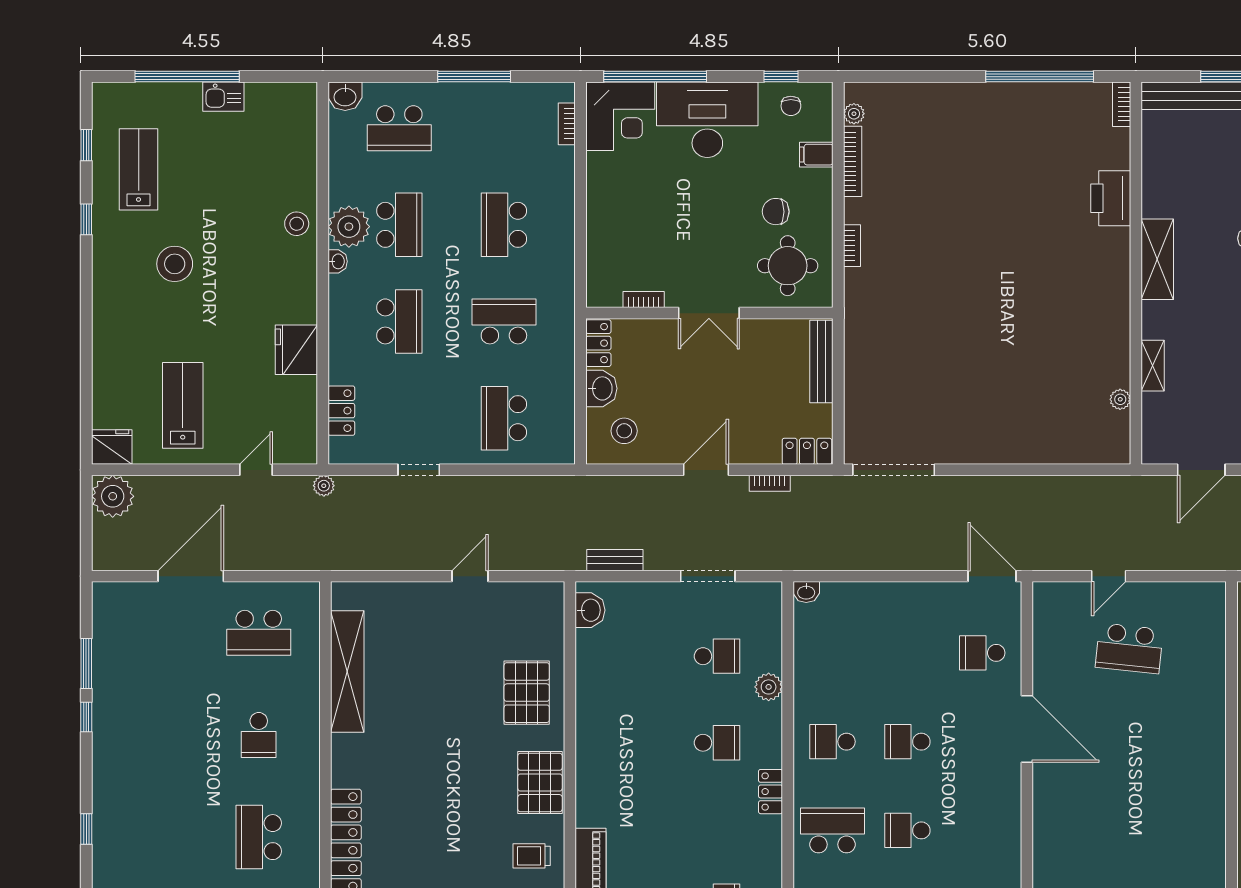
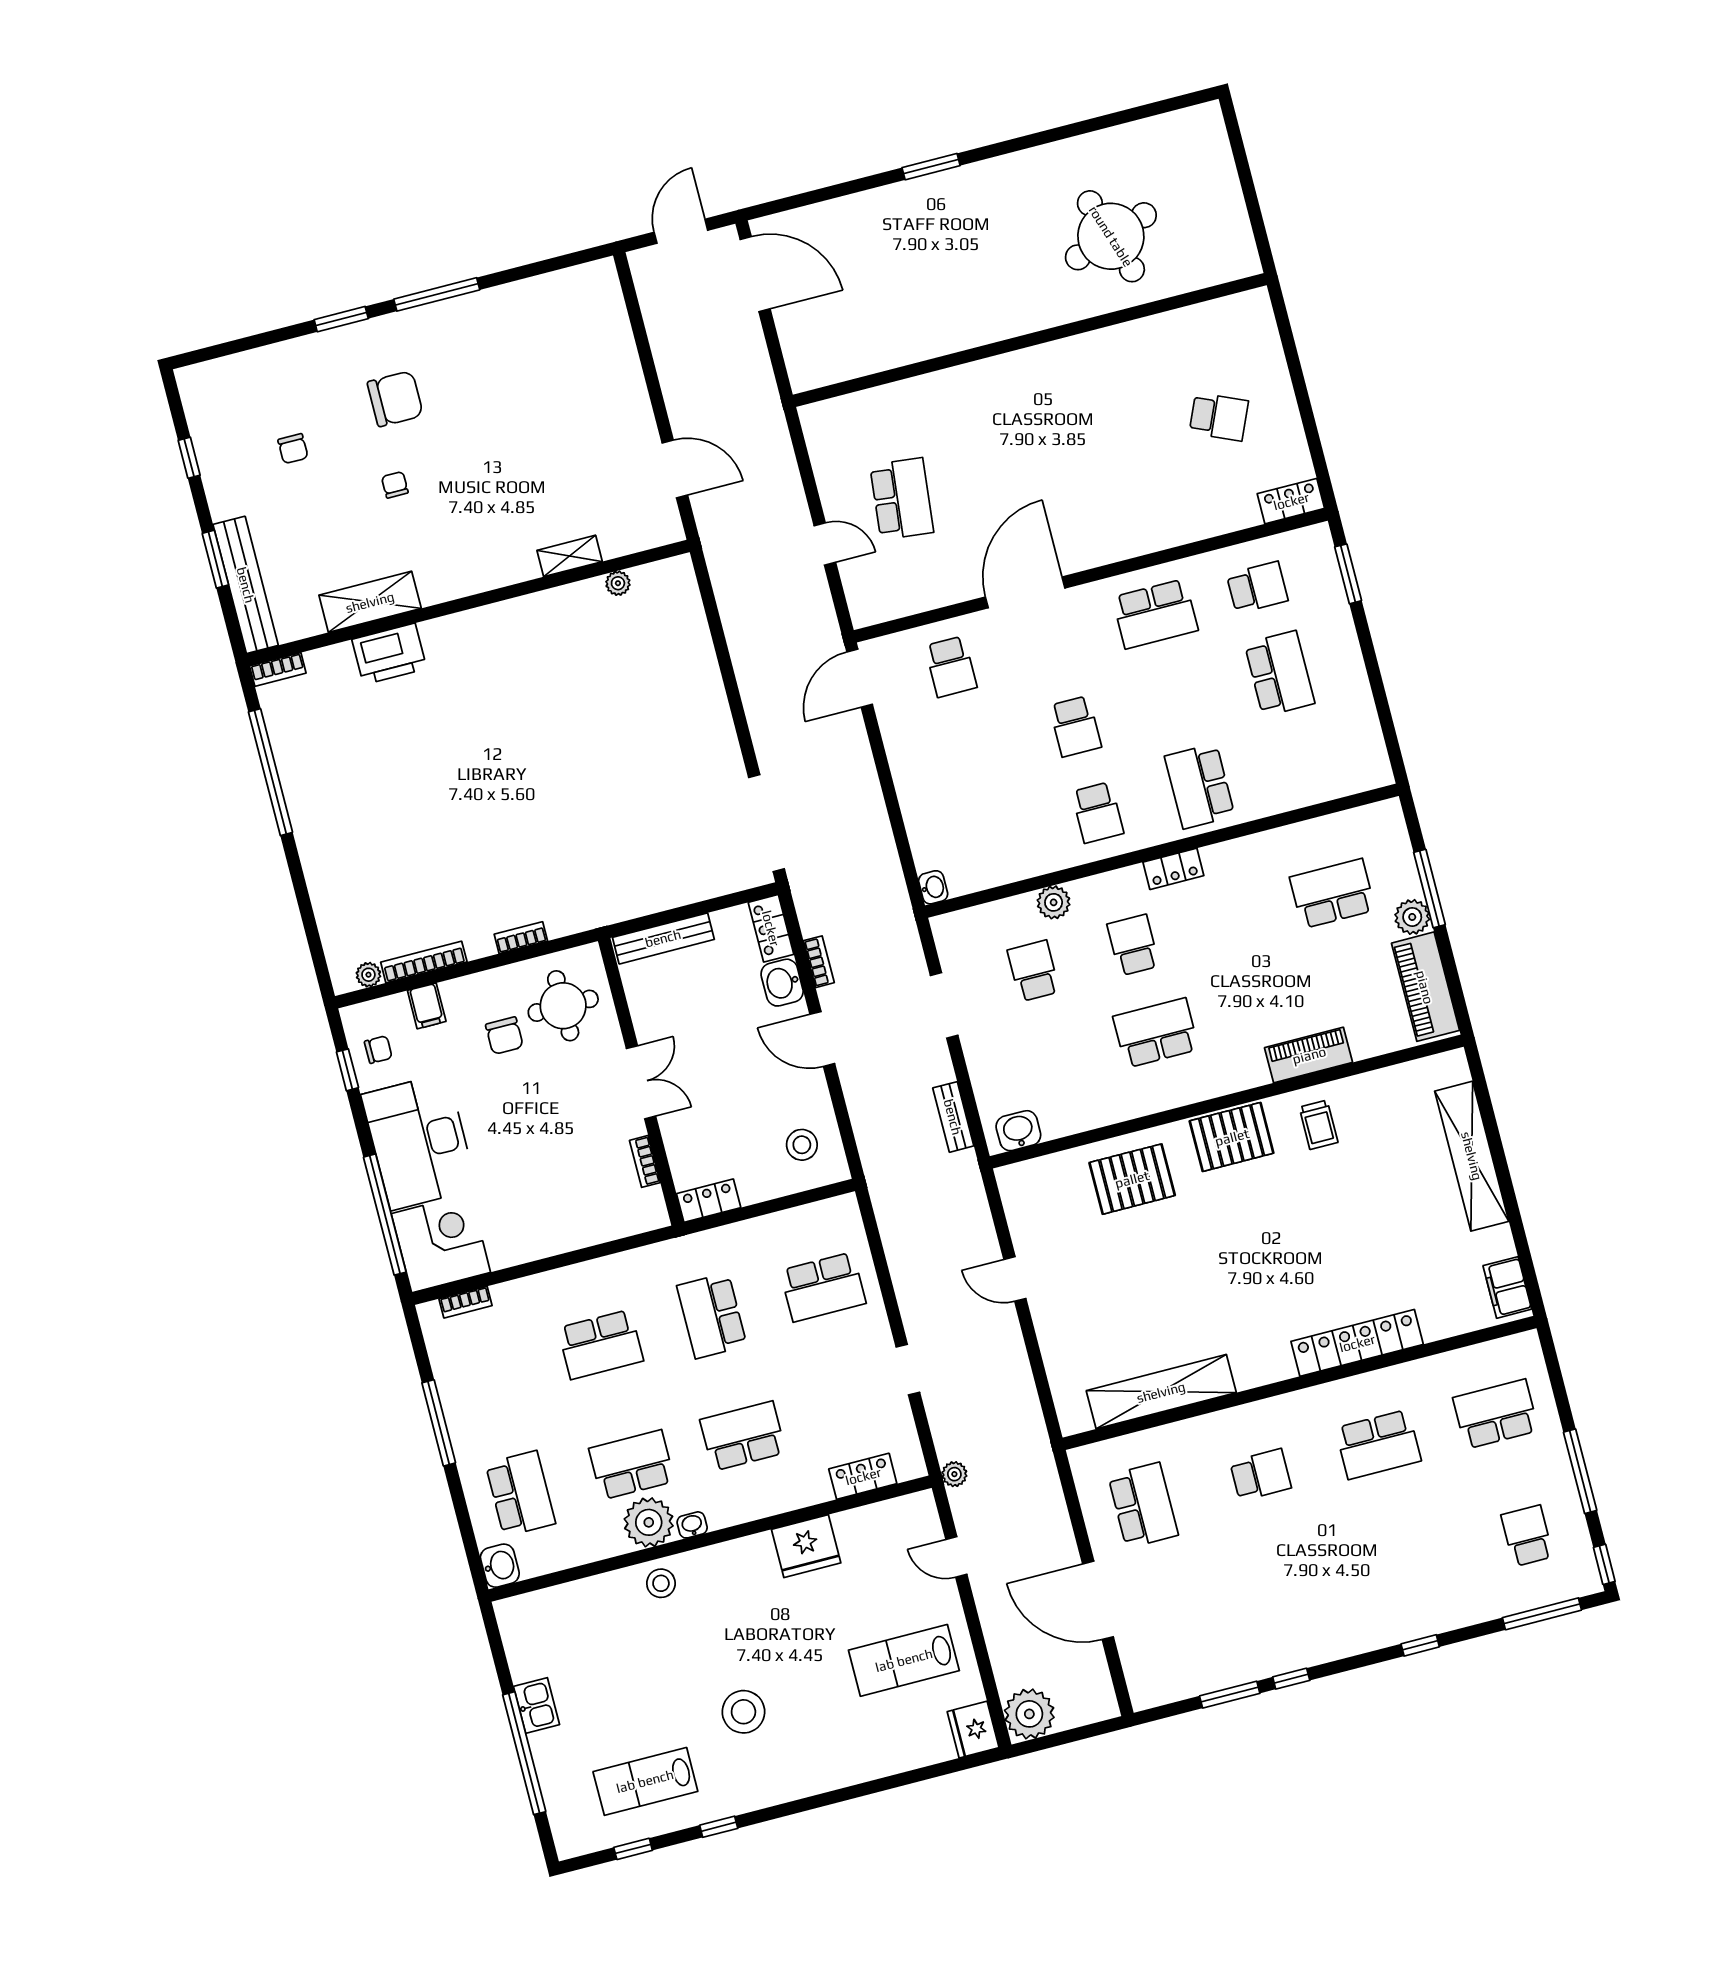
shelving: (1157, 259) -> (370, 602), moved
washbasin: (601, 388) -> (782, 983), moved, turned -90
school desk: (641, 743) -> (1156, 1033), added
school desk: (907, 830) -> (1155, 614), moved, width x1.85

